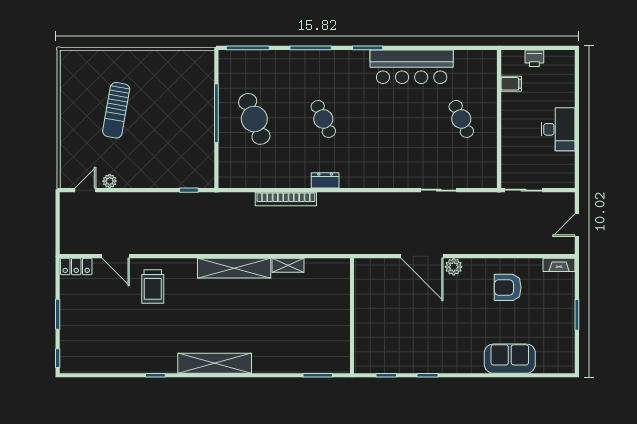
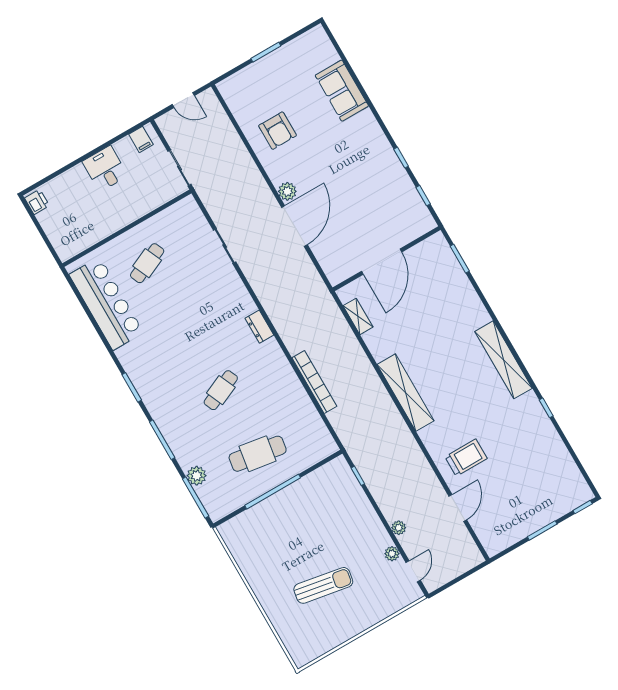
printer: (534, 58) -> (37, 202), moved
plant: (265, 59) -> (197, 476), added
bar counter: (412, 67) -> (106, 304), moved
filing cabinet: (511, 84) -> (141, 139), moved, turned 180
cafe table: (254, 119) -> (258, 454), turned 30
desk: (558, 129) -> (105, 169), width x0.73
dresser: (325, 180) -> (259, 327), moved
door: (85, 190) -> (413, 571), swing flipped
plant: (128, 199) -> (399, 528), added
shelving: (288, 265) -> (358, 316), moved
fireplace: (559, 265) -> (229, 95), removed
locker: (76, 267) -> (488, 539), removed
door: (352, 310) -> (382, 262), added

